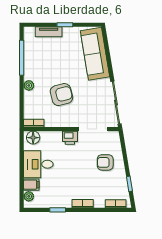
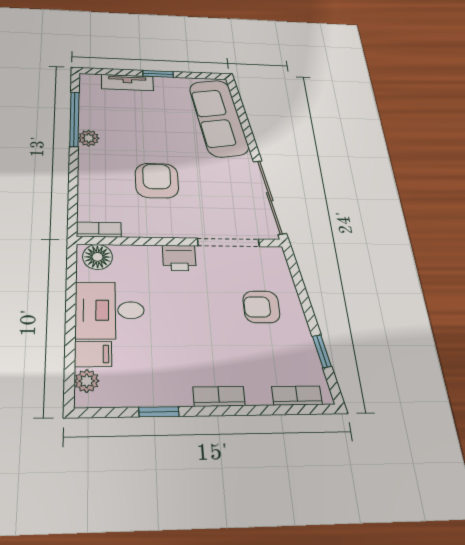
plant: (29, 85) -> (89, 138), moved
armchair: (61, 95) -> (157, 181), turned -75

